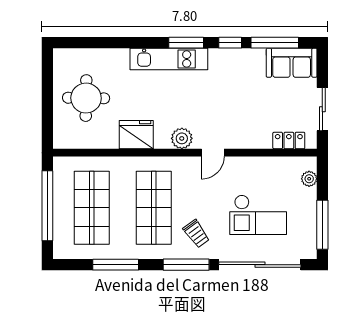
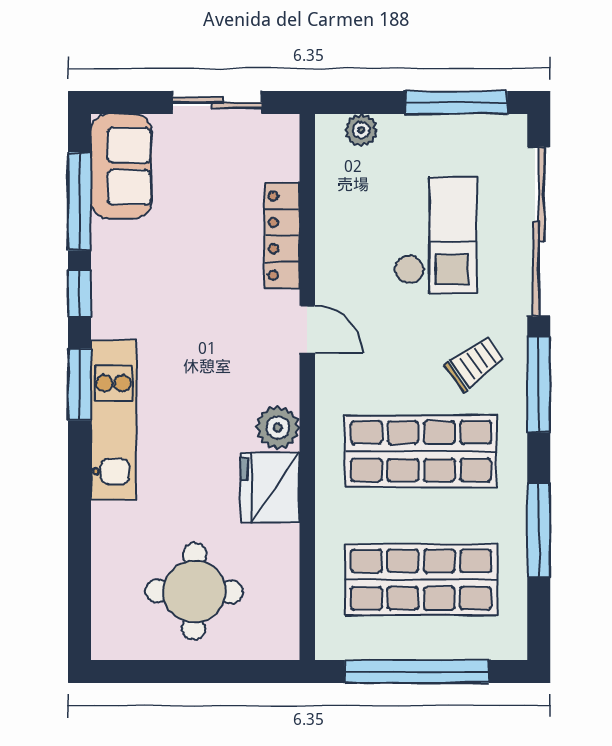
plant: (182, 138) -> (278, 428), moved
locker: (289, 141) -> (282, 236), moved, width x1.53

